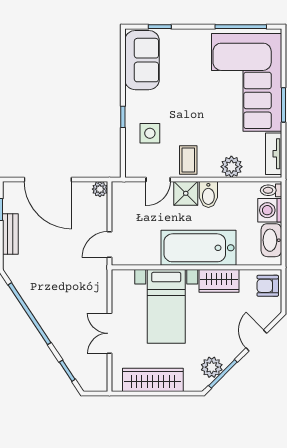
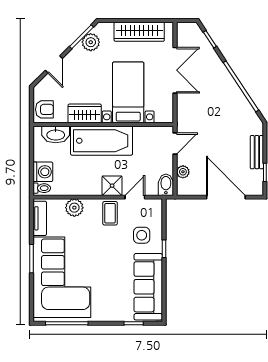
sofa: (142, 60) -> (148, 287), width x1.36
plant: (100, 189) -> (183, 172), moved
bidet: (208, 195) -> (166, 185), moved
washbasin: (271, 240) -> (56, 135), moved, turned 90
double door: (110, 333) -> (175, 70), width x1.37

